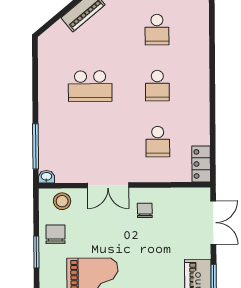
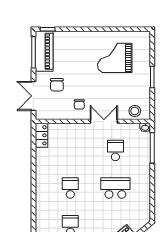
school desk: (158, 142) -> (115, 150), moved
chair: (55, 234) -> (57, 85), moved

